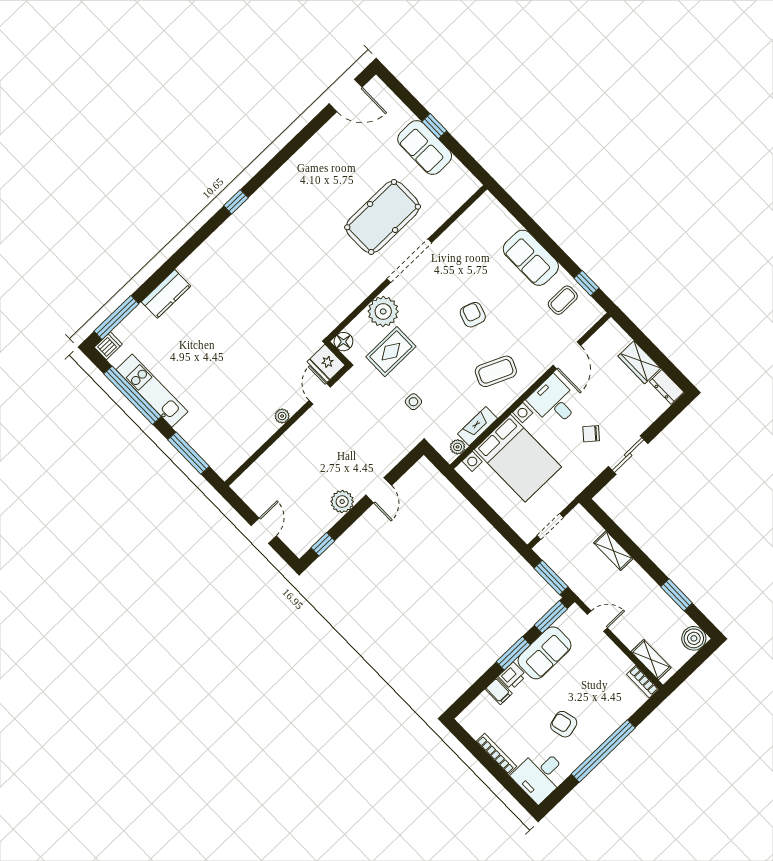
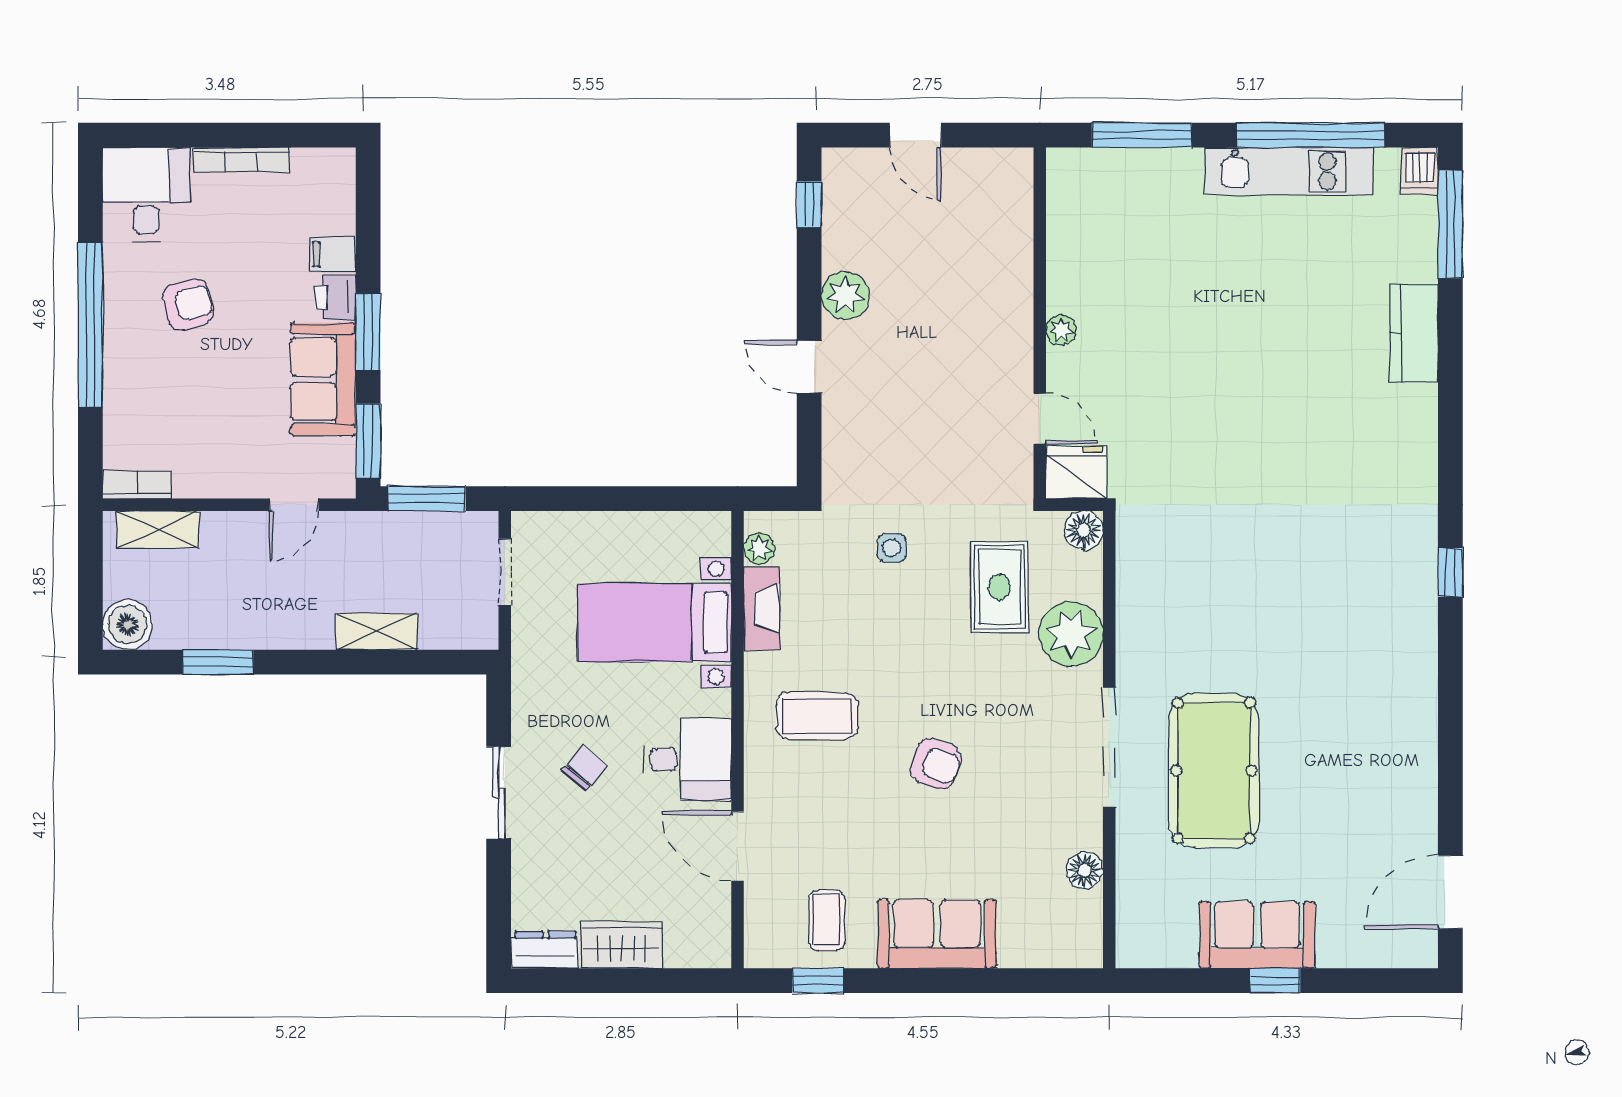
floor lamp: (460, 228) -> (1085, 870), added
coffee table: (496, 371) -> (817, 716), turned 66
bed with nightstands: (518, 458) -> (655, 623), width x0.73

